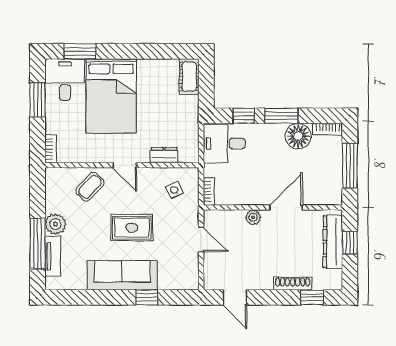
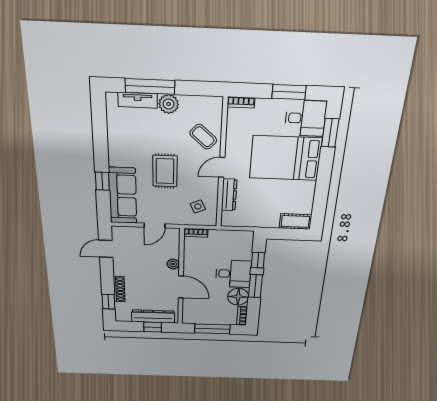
desk: (224, 144) -> (233, 274), moved, turned 90
dresser: (164, 155) -> (229, 195), width x1.44
sofa: (122, 275) -> (123, 196), moved

